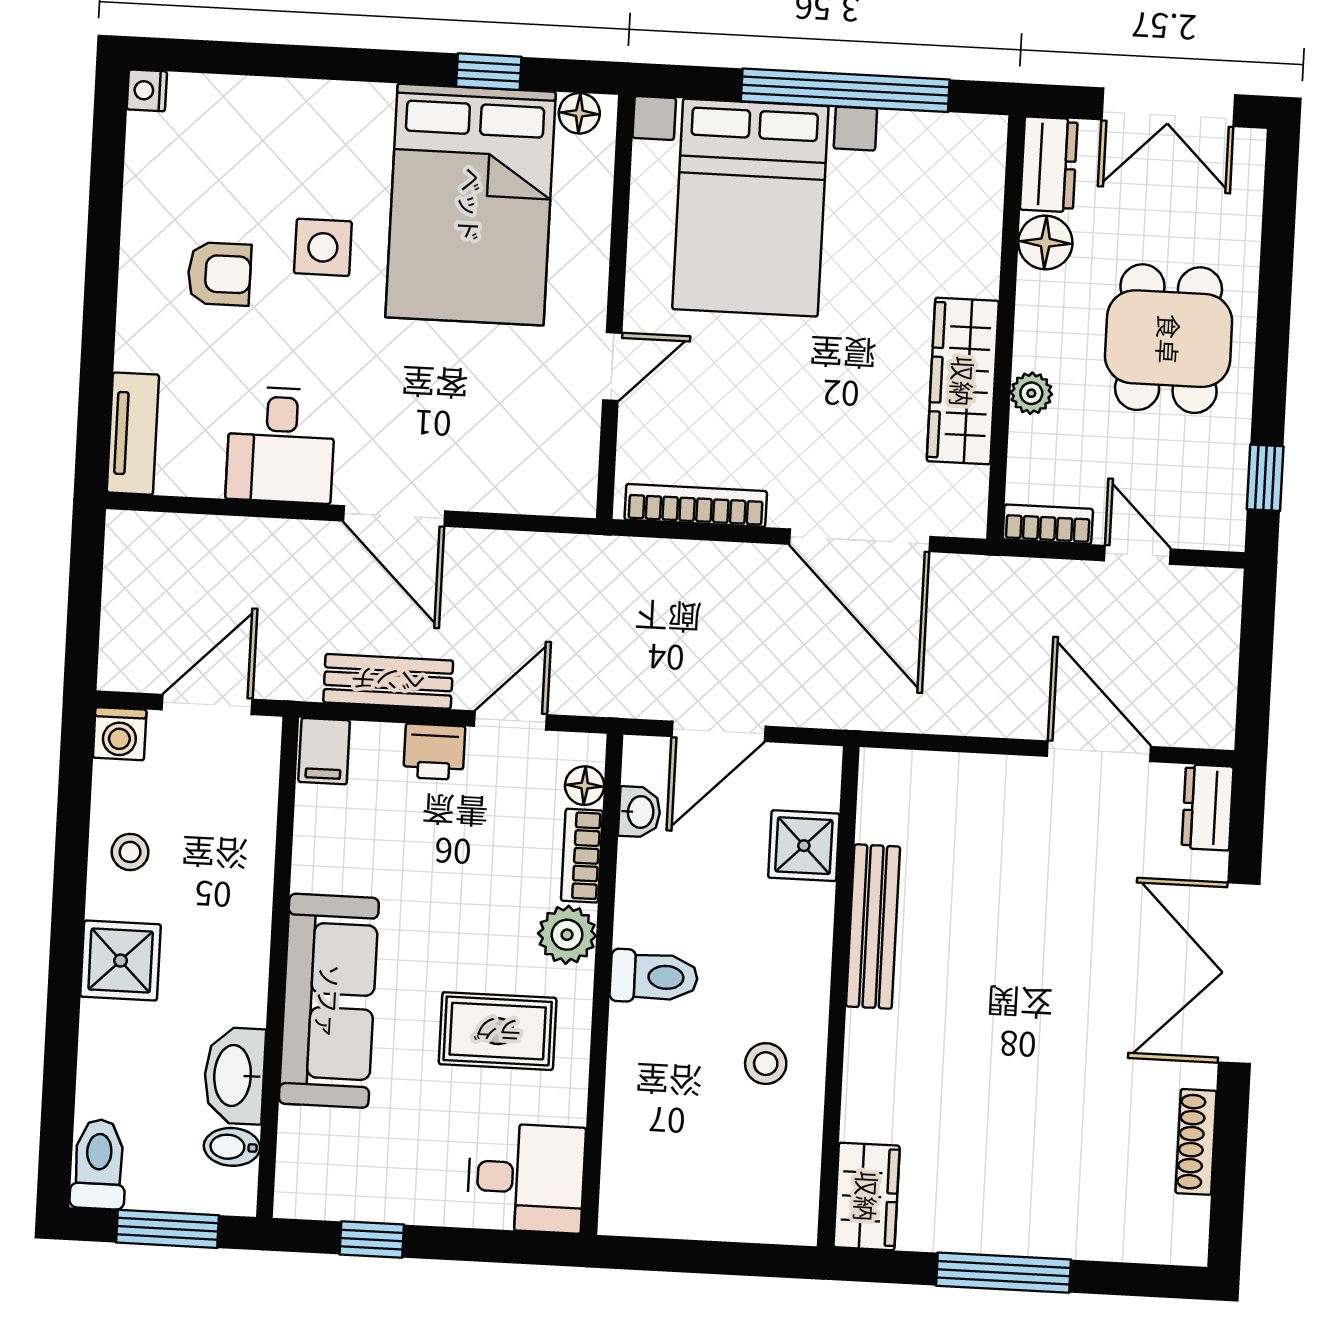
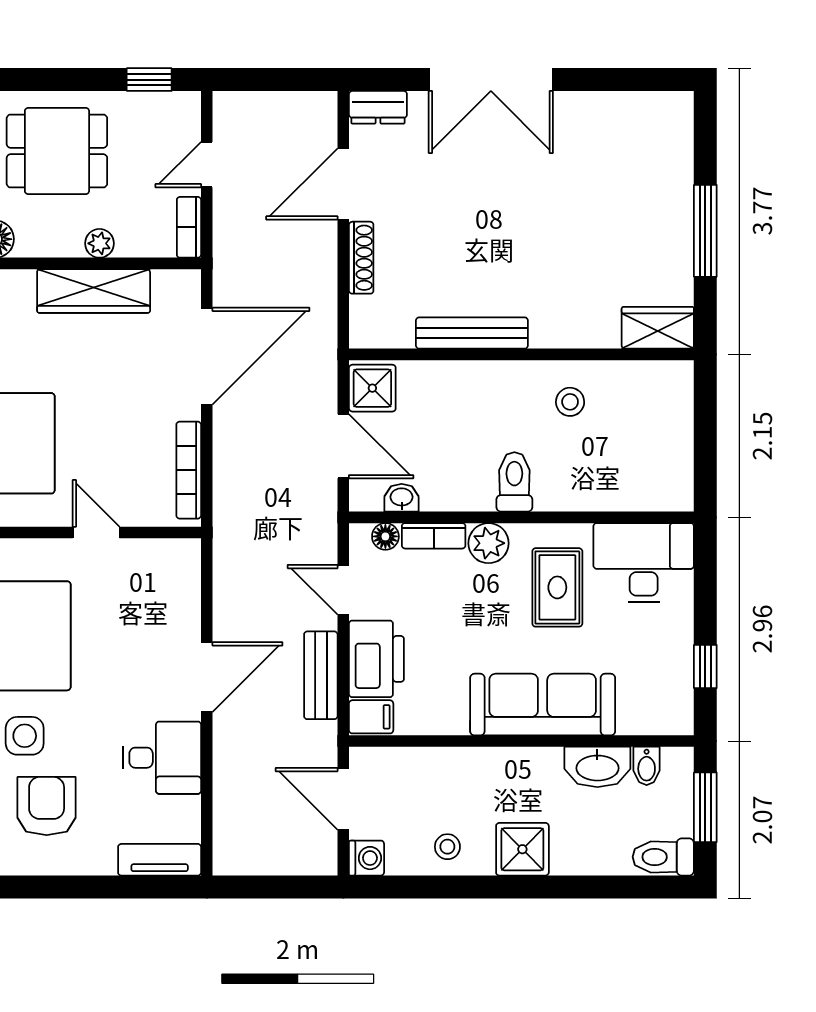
armchair: (219, 274) -> (47, 806), width x1.38, depth x1.38
printer: (434, 752) -> (376, 659), width x1.87, depth x1.48
shower: (804, 846) -> (372, 388), moved
shoe rack: (1196, 1142) -> (361, 258), moved, turned -90
desk: (526, 1178) -> (644, 563), width x1.37

